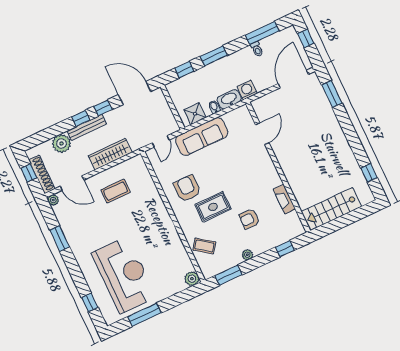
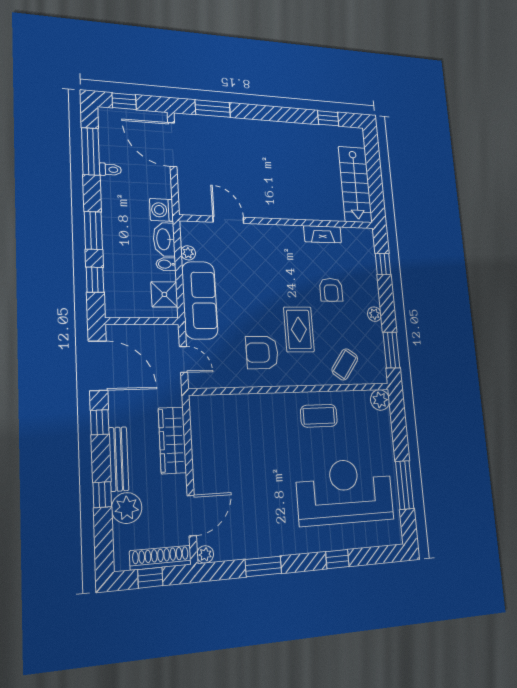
door: (135, 93) -> (98, 366), swing flipped
plant: (228, 117) -> (188, 253), added
window: (81, 118) -> (102, 495), moved
coffee table: (116, 191) -> (319, 416), moved, turned 90
window: (90, 302) -> (337, 559), moved

